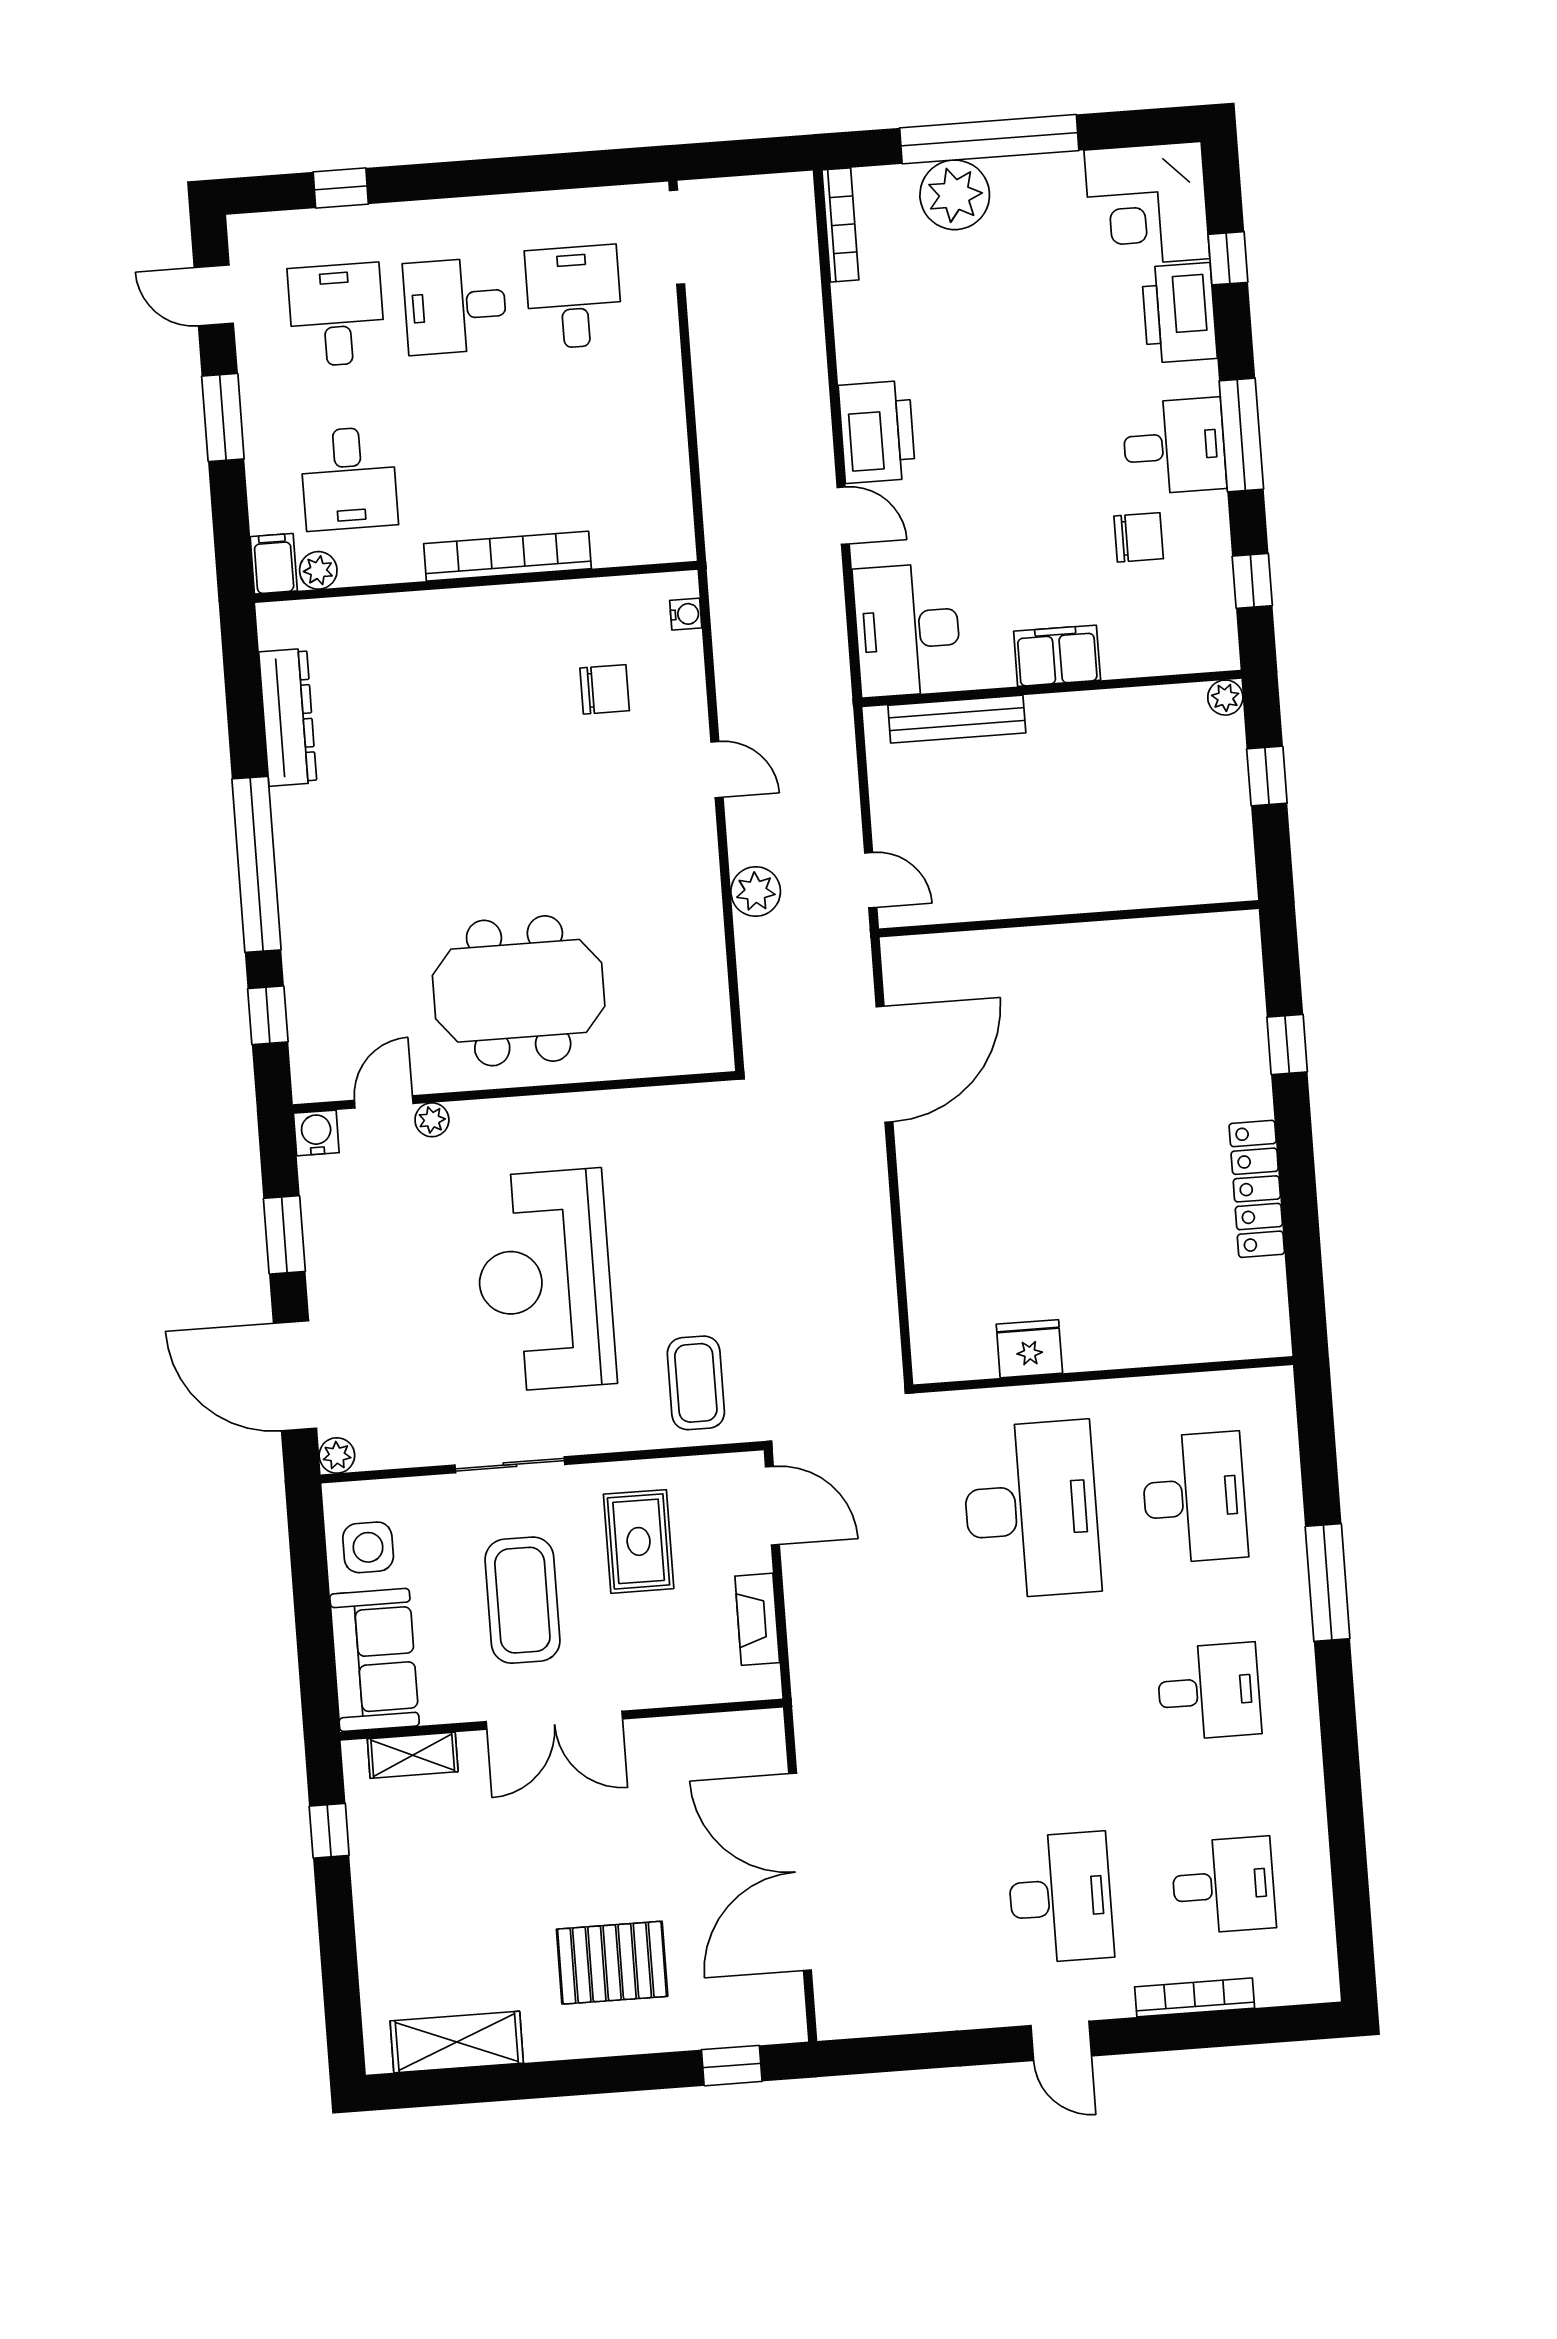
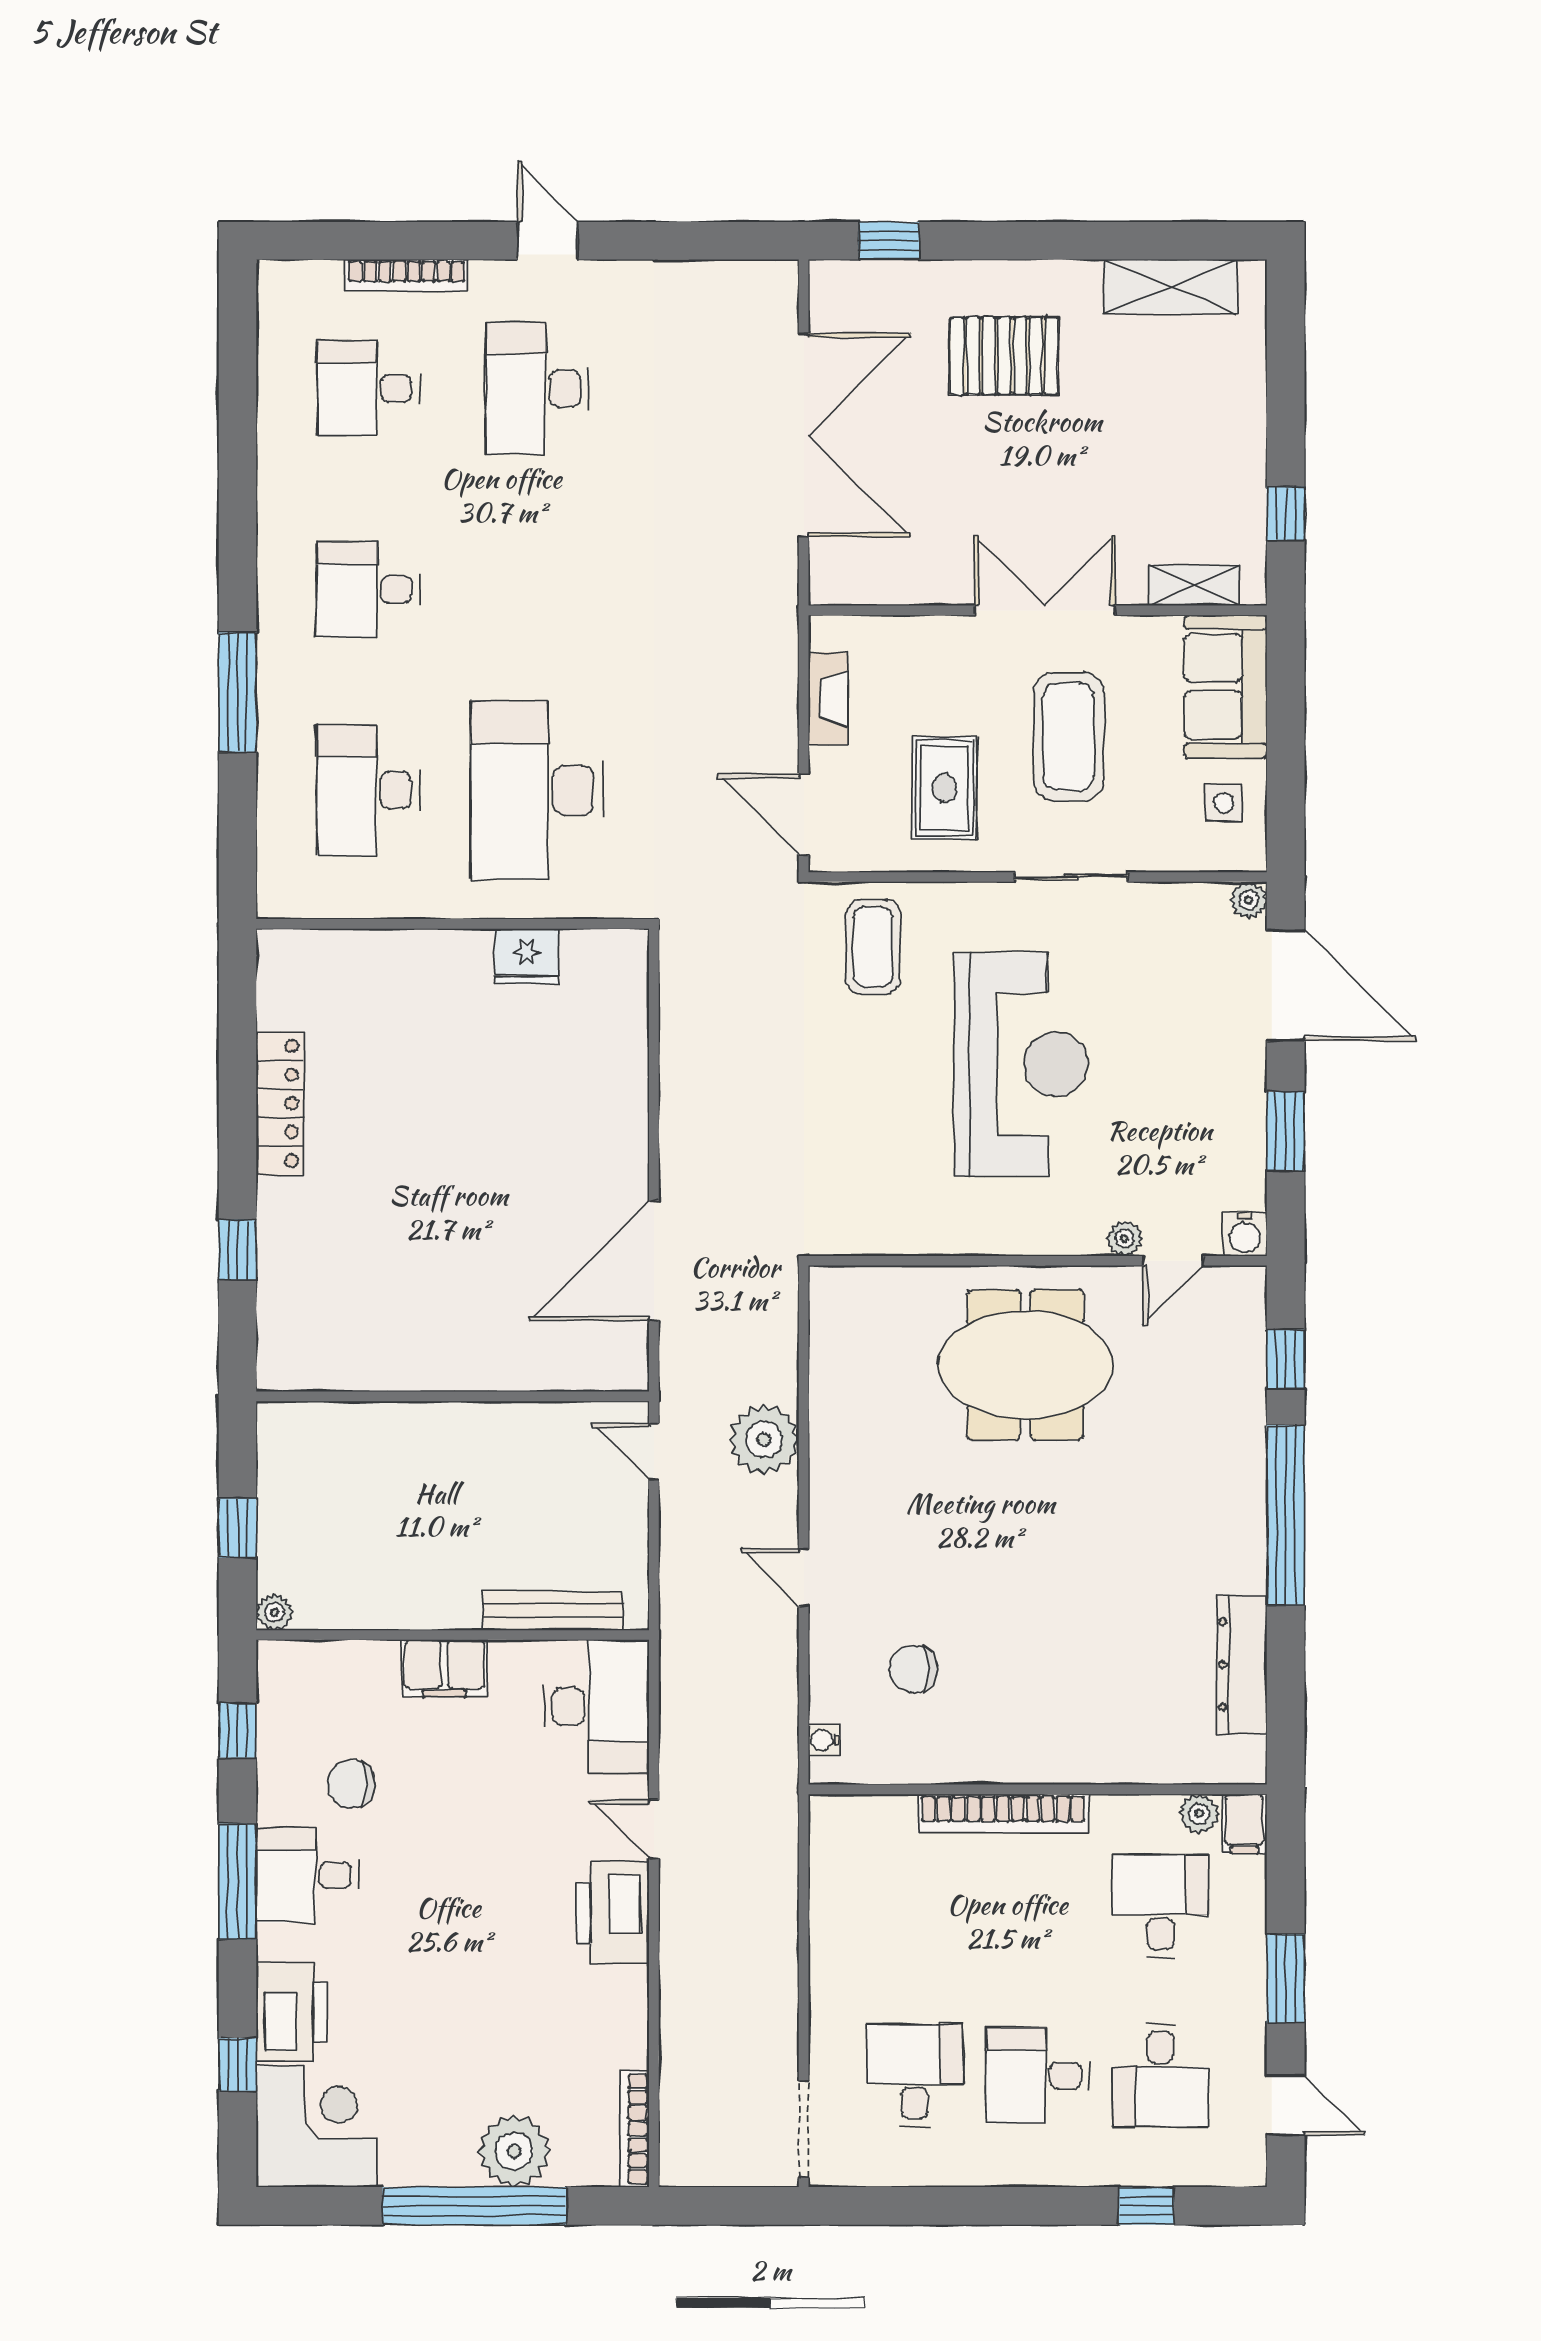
desk: (574, 297) -> (915, 2075), turned 180
desk: (455, 306) -> (1038, 2075), turned 180
plant: (756, 892) -> (764, 1439), width x1.36, depth x1.36
side table: (368, 1547) -> (1224, 803), width x0.73, depth x0.73

